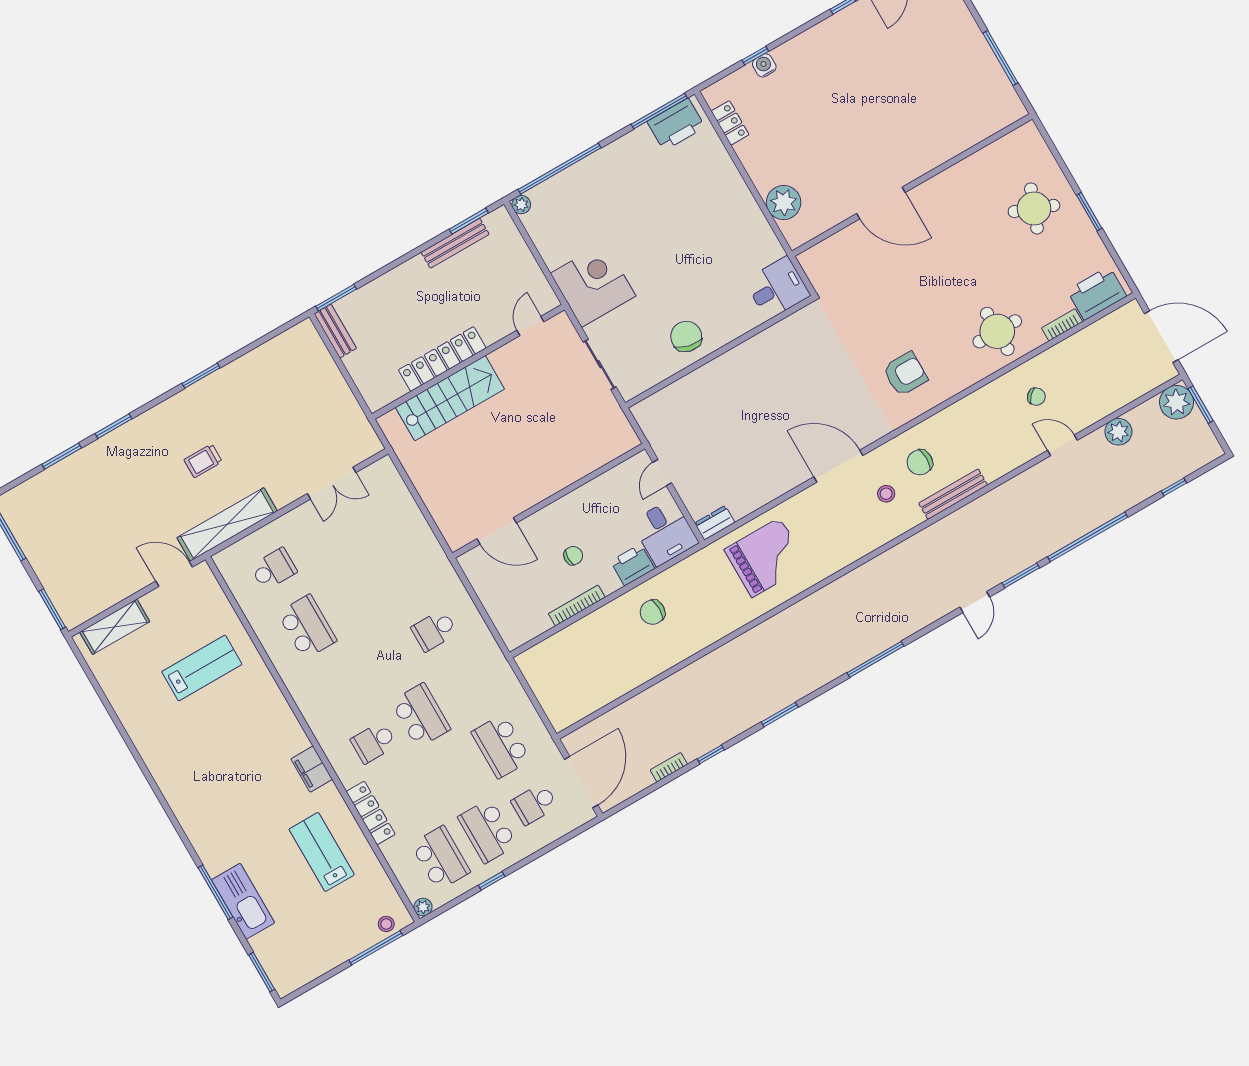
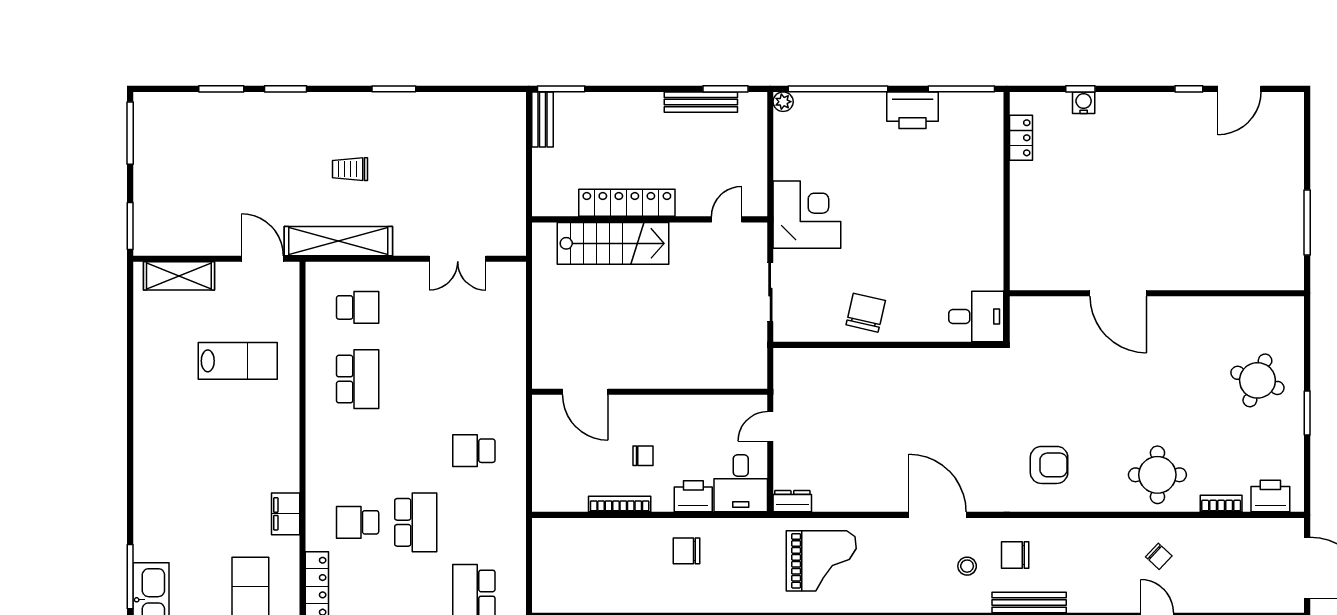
printer: (676, 124) -> (913, 110), moved
plant: (784, 203) -> (1028, 241), removed
printer: (1097, 293) -> (1270, 496), width x0.73, depth x0.84

